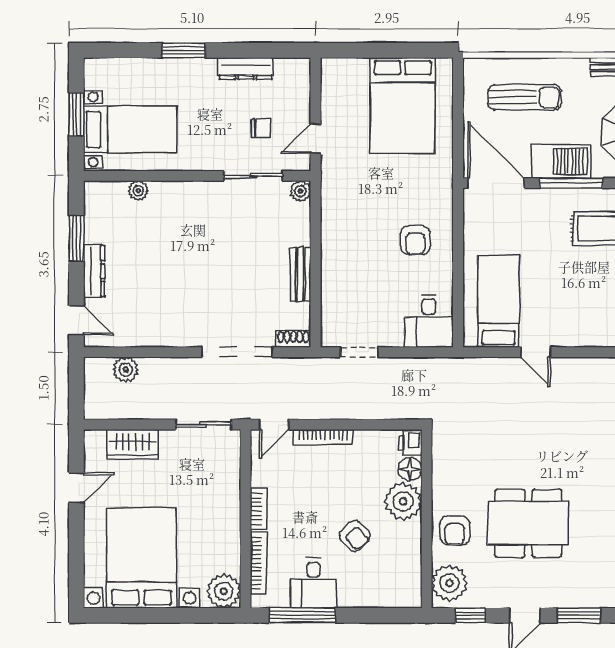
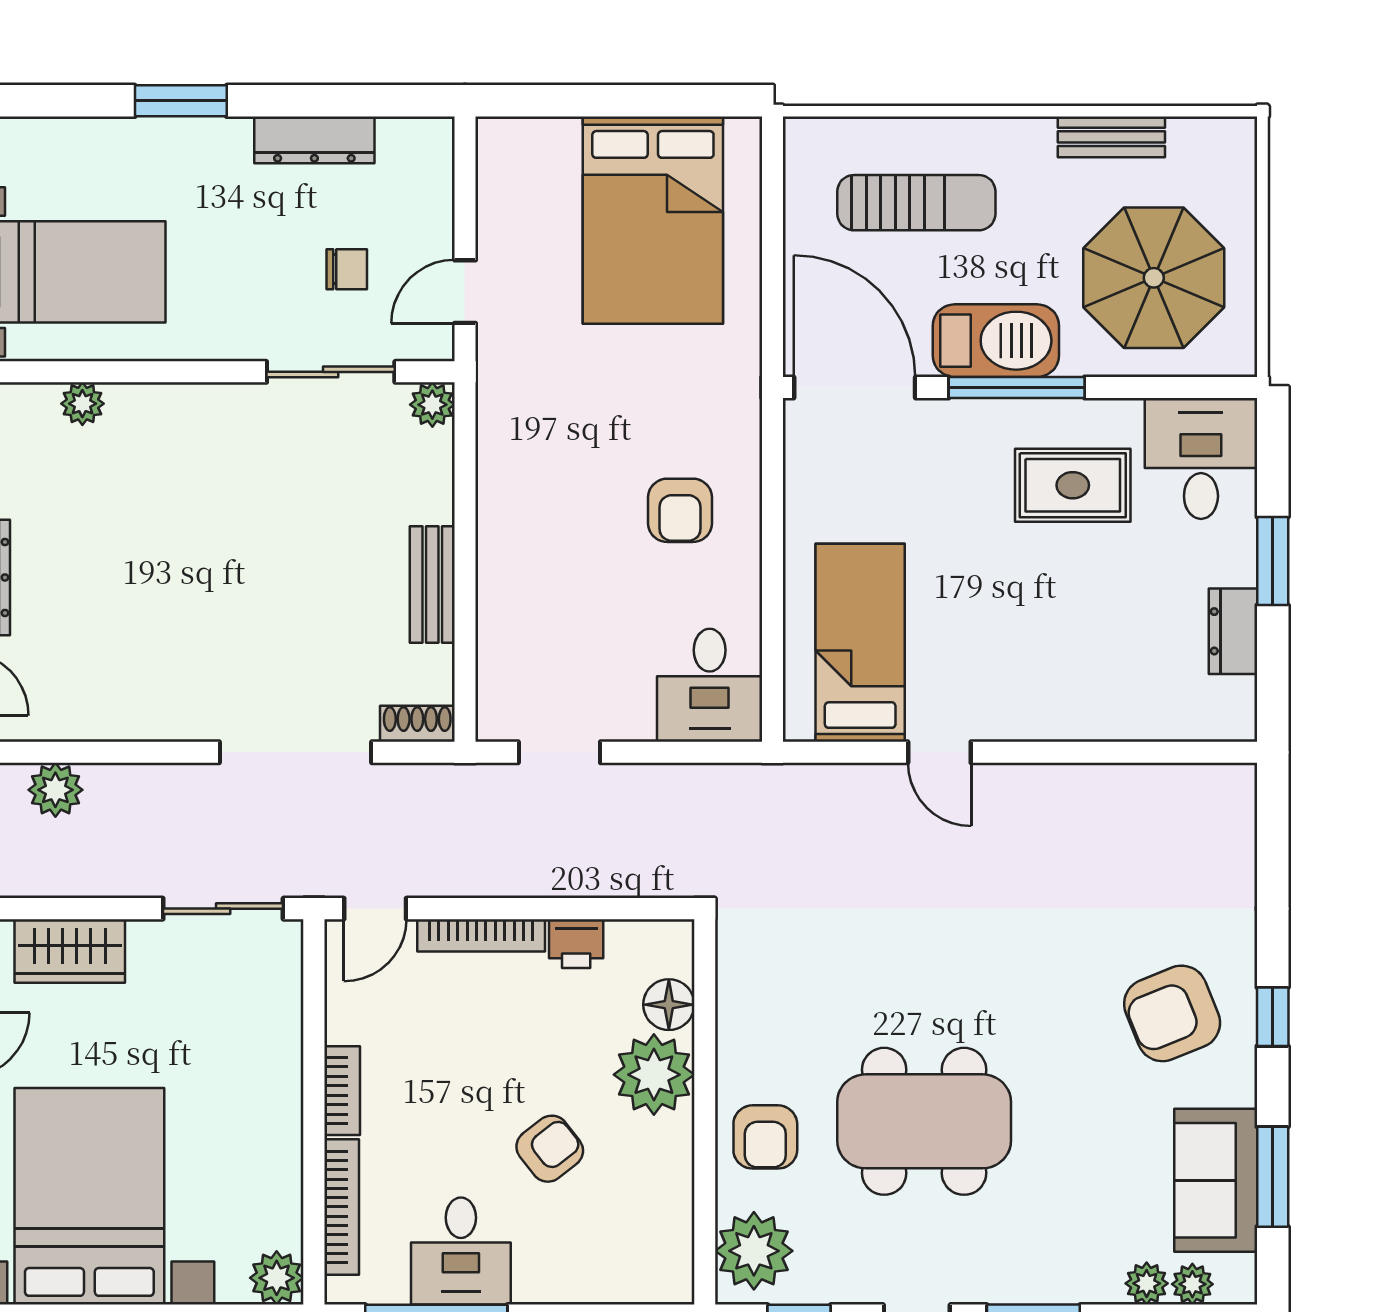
printer: (410, 443) -> (576, 944), moved, turned -90
armchair: (355, 536) -> (550, 1149), turned -85
plant: (224, 591) -> (277, 1278), width x0.73, depth x0.73

